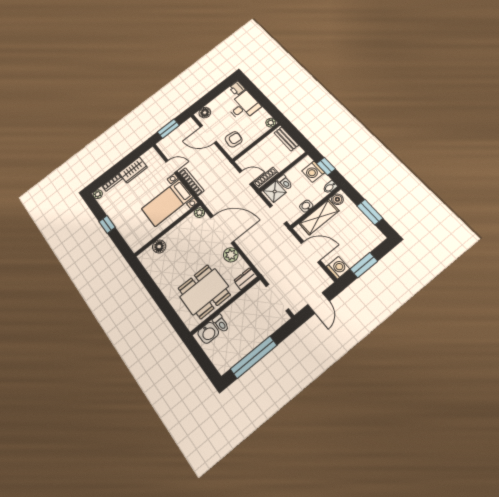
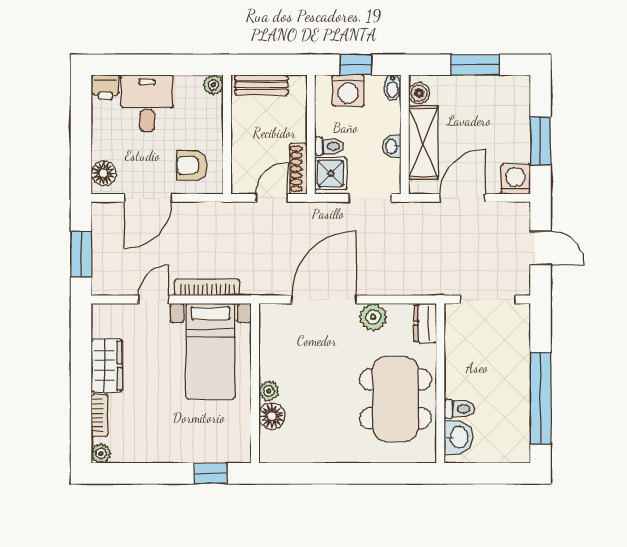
armchair: (234, 139) -> (192, 165), turned -97
plant: (199, 213) -> (269, 391), moved
window: (107, 224) -> (211, 473), moved

